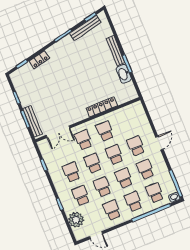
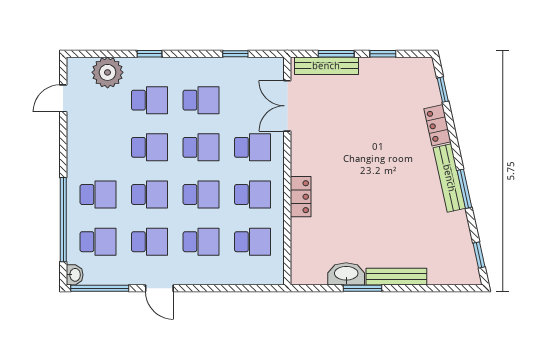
bench: (85, 28) -> (449, 178), moved
locker: (102, 107) -> (301, 197), width x0.66
door: (159, 143) -> (159, 288), moved
school desk: (112, 210) -> (252, 242), moved

